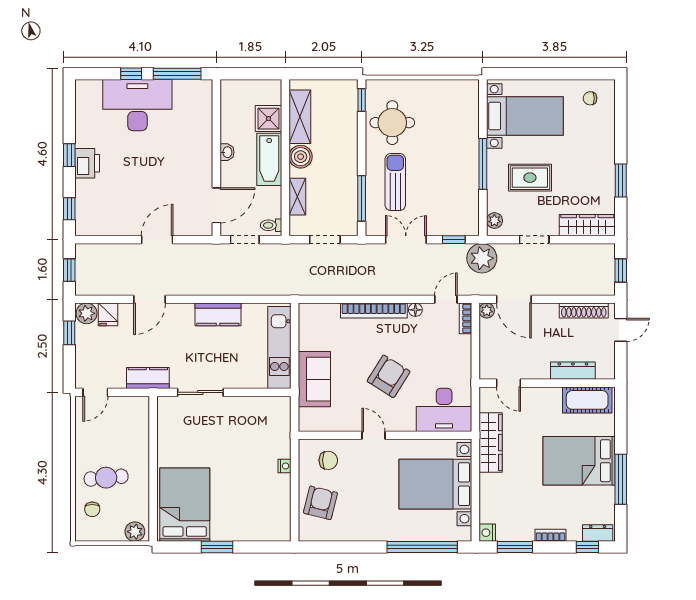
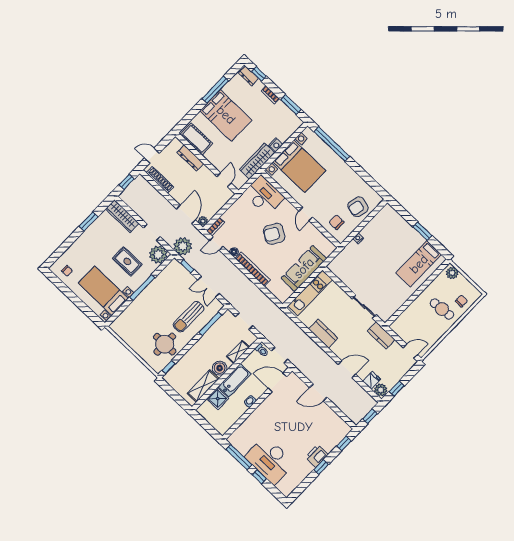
plant: (494, 221) -> (158, 255), width x1.87, depth x1.87
sofa: (314, 379) -> (304, 268), width x1.36
bed: (185, 505) -> (419, 264), width x0.67
nightstand: (487, 533) -> (276, 145), moved

